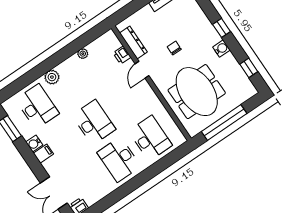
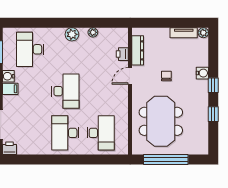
water cooler: (221, 49) -> (202, 73), moved
window: (249, 68) -> (213, 114), moved
plant: (52, 77) -> (72, 34), moved
desk: (37, 107) -> (30, 49), turned 180

